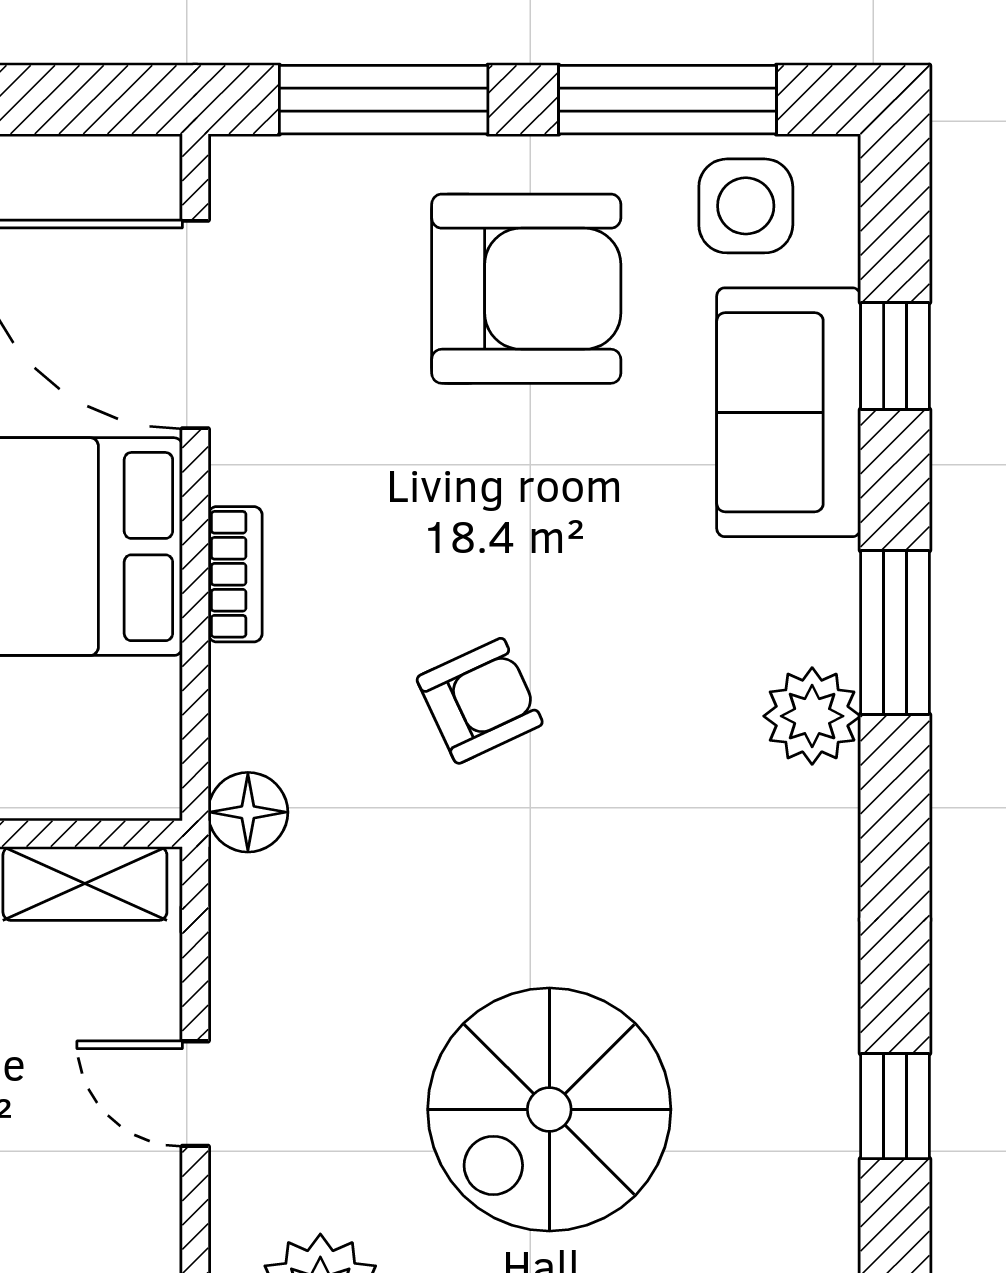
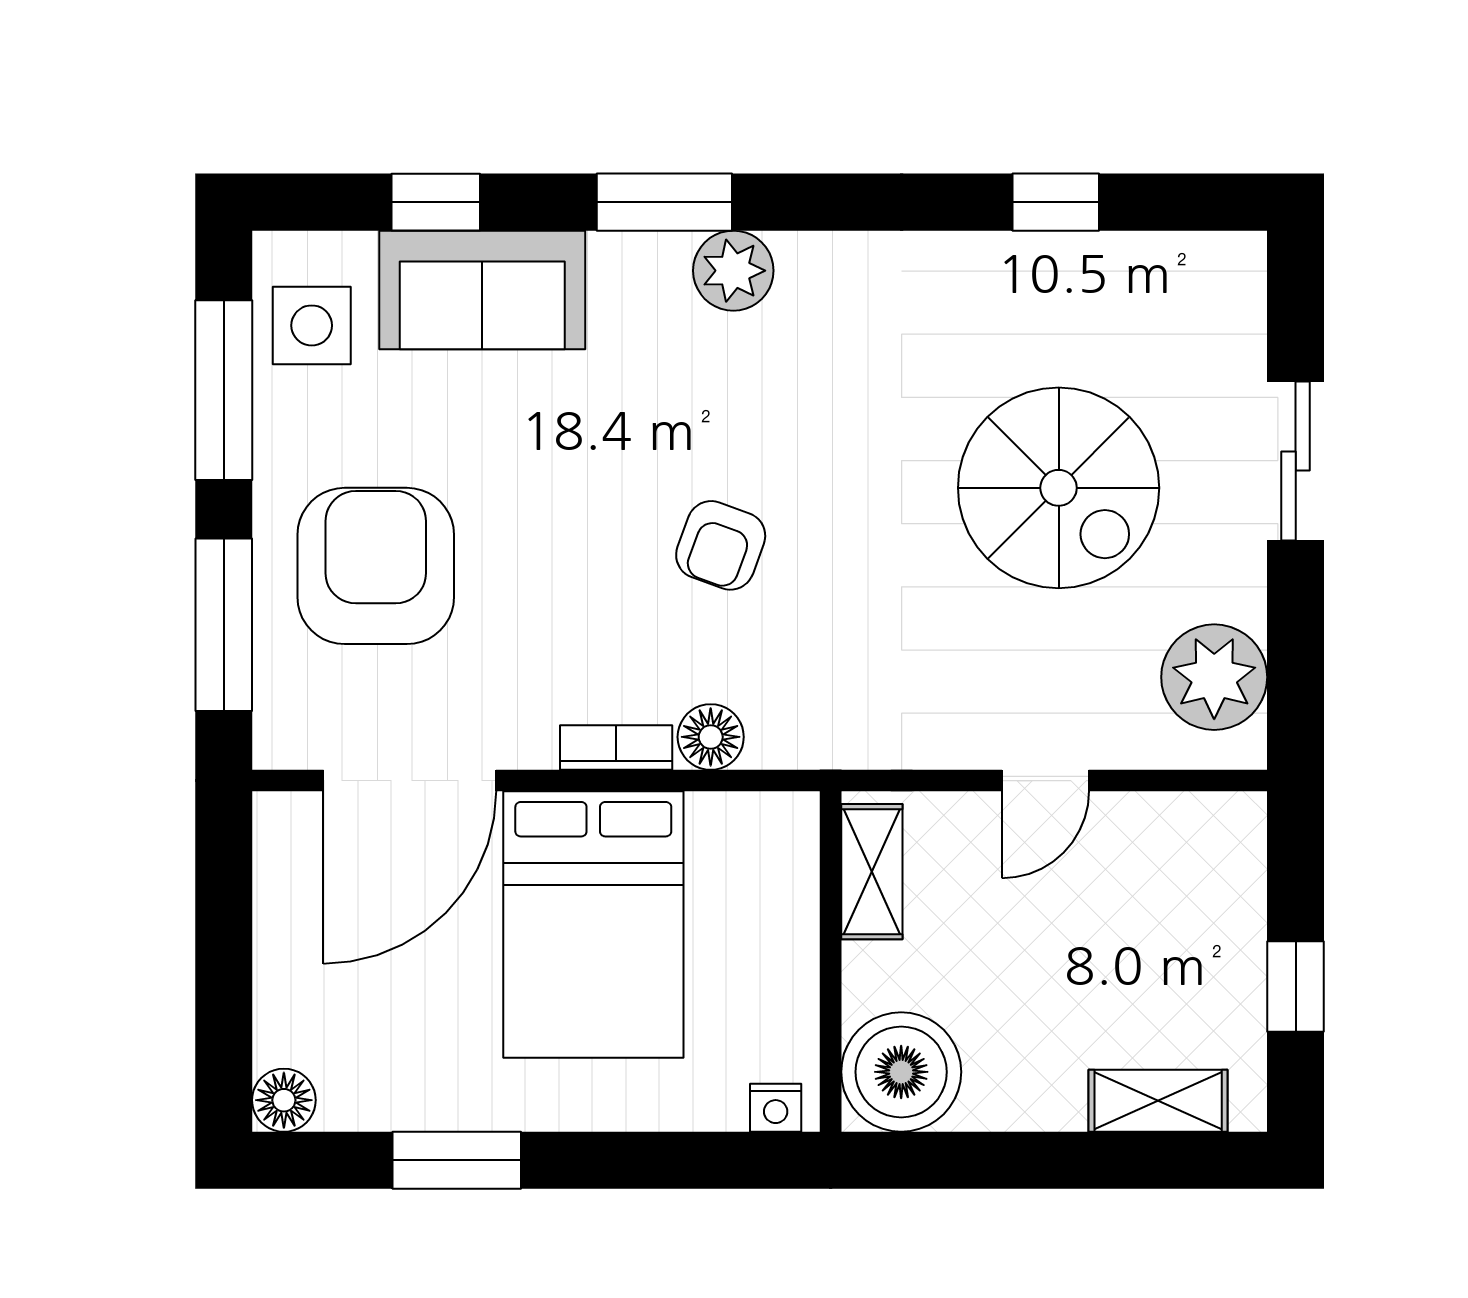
armchair: (526, 289) -> (376, 566), moved
armchair: (480, 701) -> (721, 545), turned -135
floor lamp: (248, 812) -> (711, 737), moved

